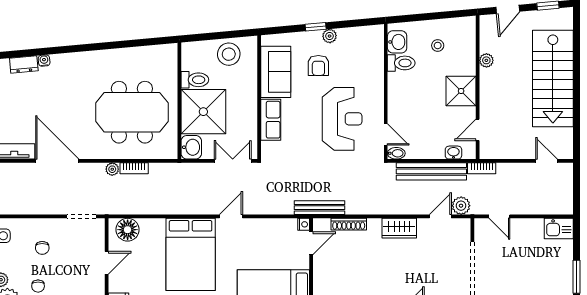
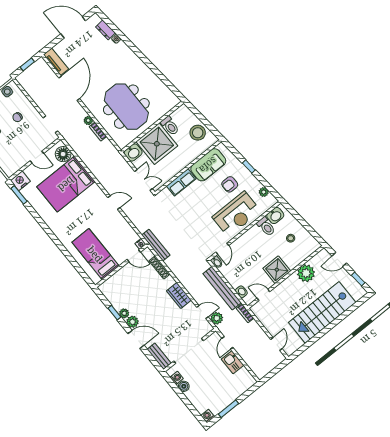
plant: (330, 36) -> (264, 192), moved
plant: (486, 60) -> (306, 273), width x1.87, depth x1.87
reception desk: (342, 119) -> (236, 214), moved
kitchen sink: (559, 229) -> (233, 362), moved
bed: (191, 254) -> (66, 184), moved

